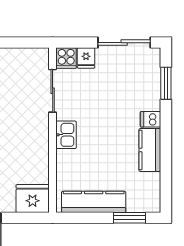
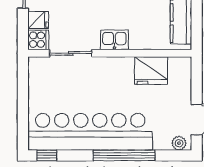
fridge: (33, 199) -> (151, 71), moved, turned -90

